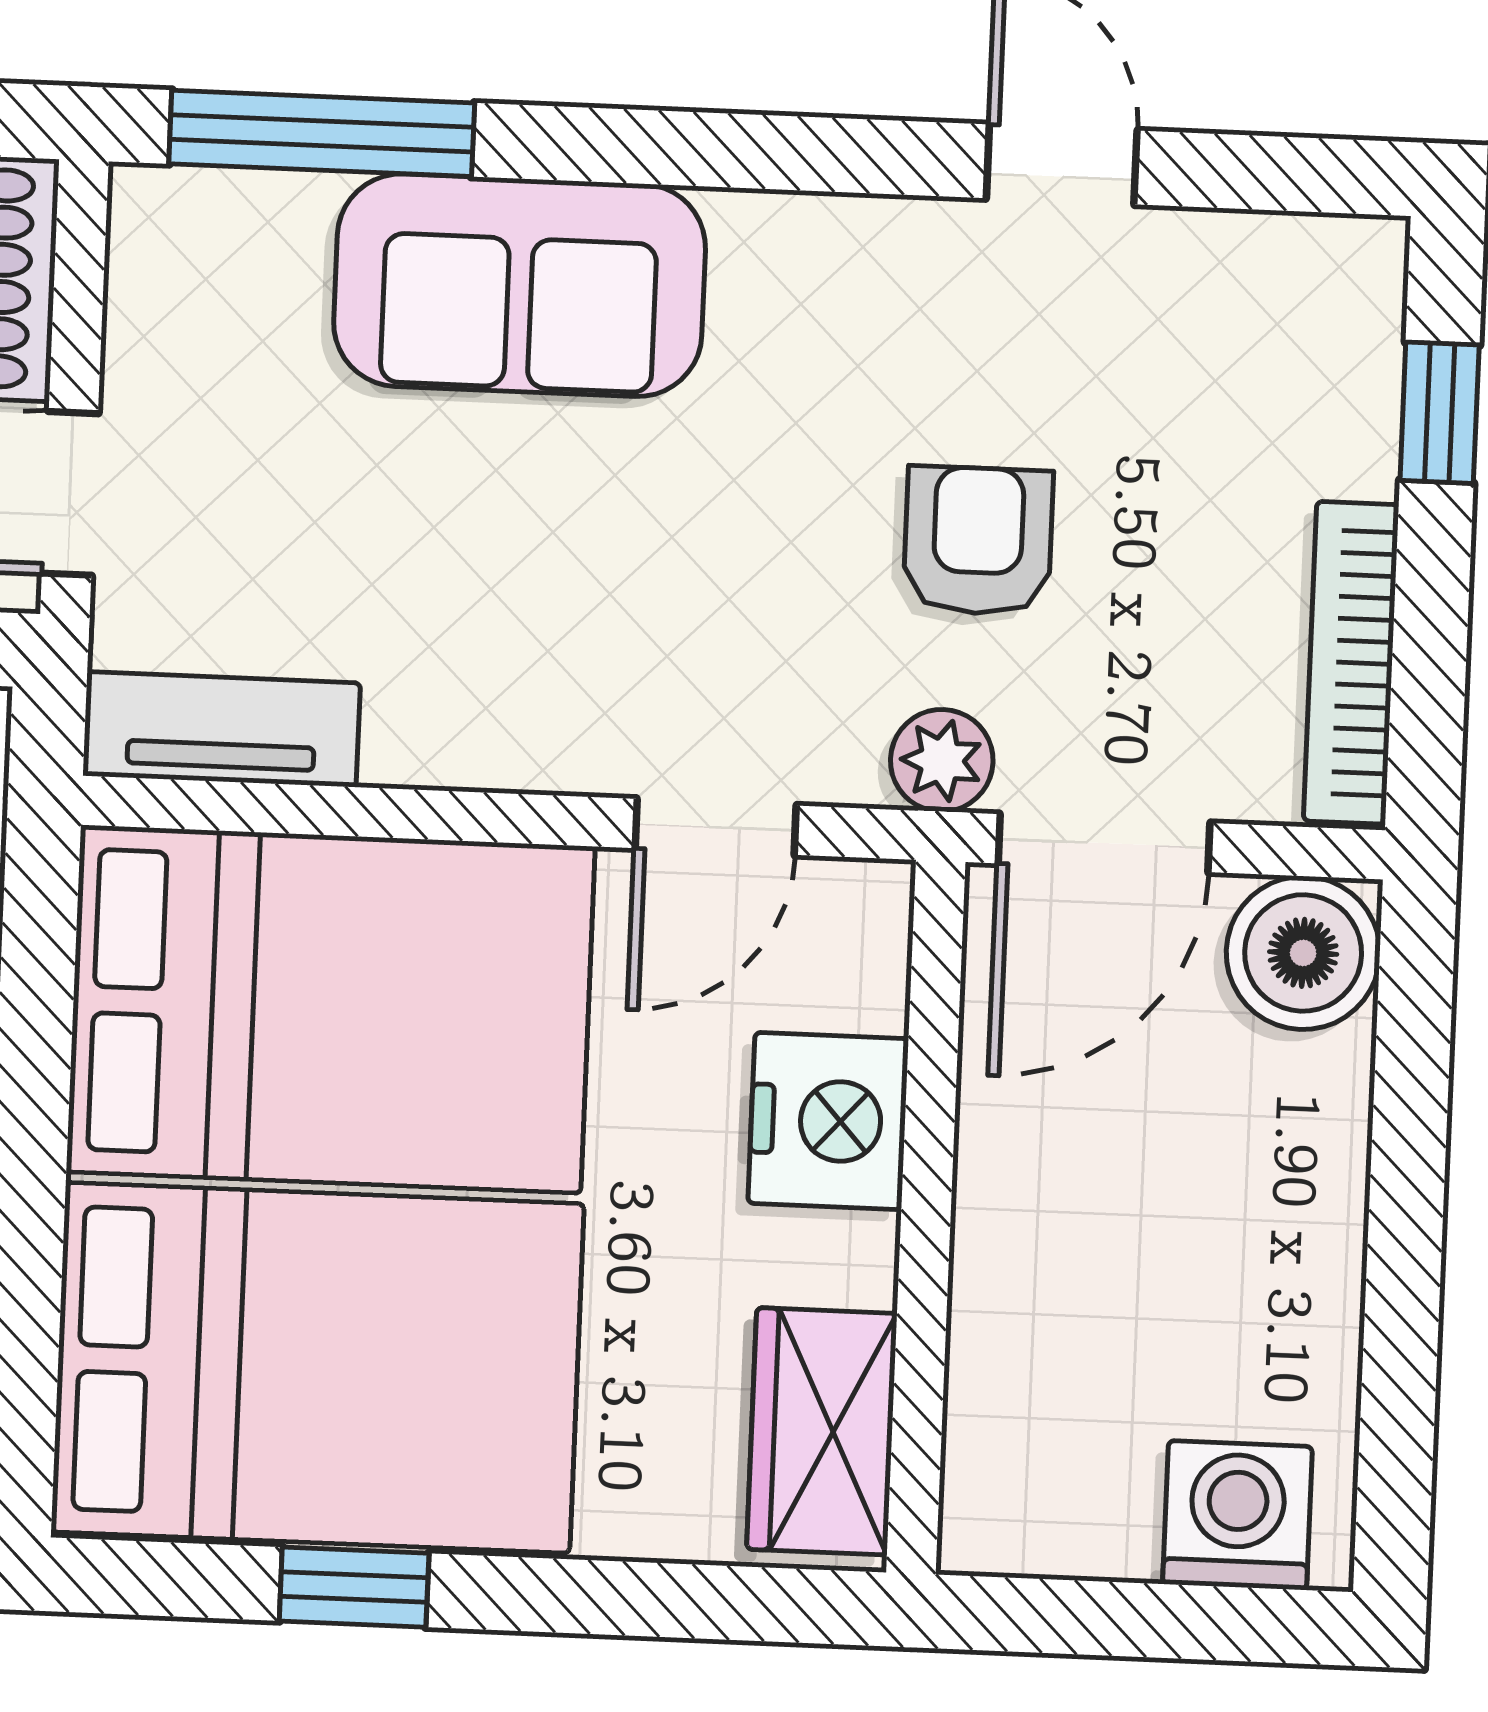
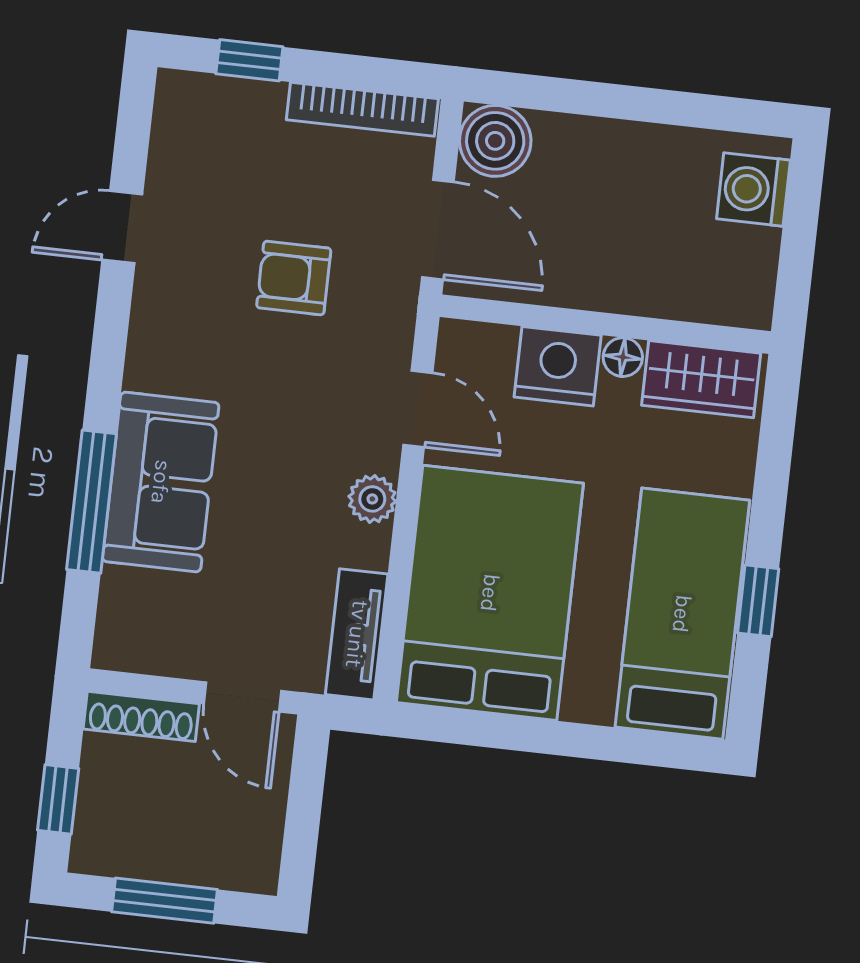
window: (322, 133) -> (92, 502), moved
plant: (942, 761) -> (372, 499), moved
floor lamp: (857, 1260) -> (623, 357), added
bed: (317, 1368) -> (682, 614), width x0.67

